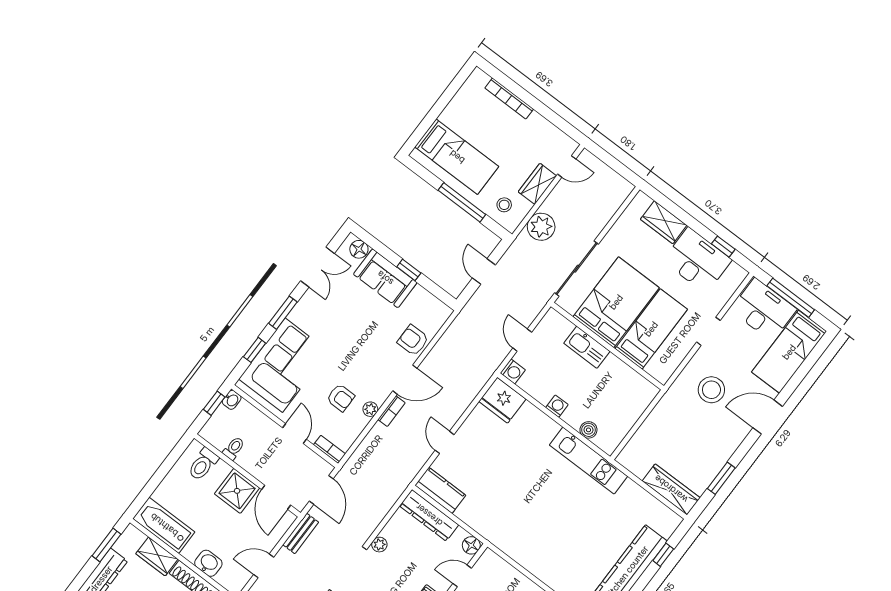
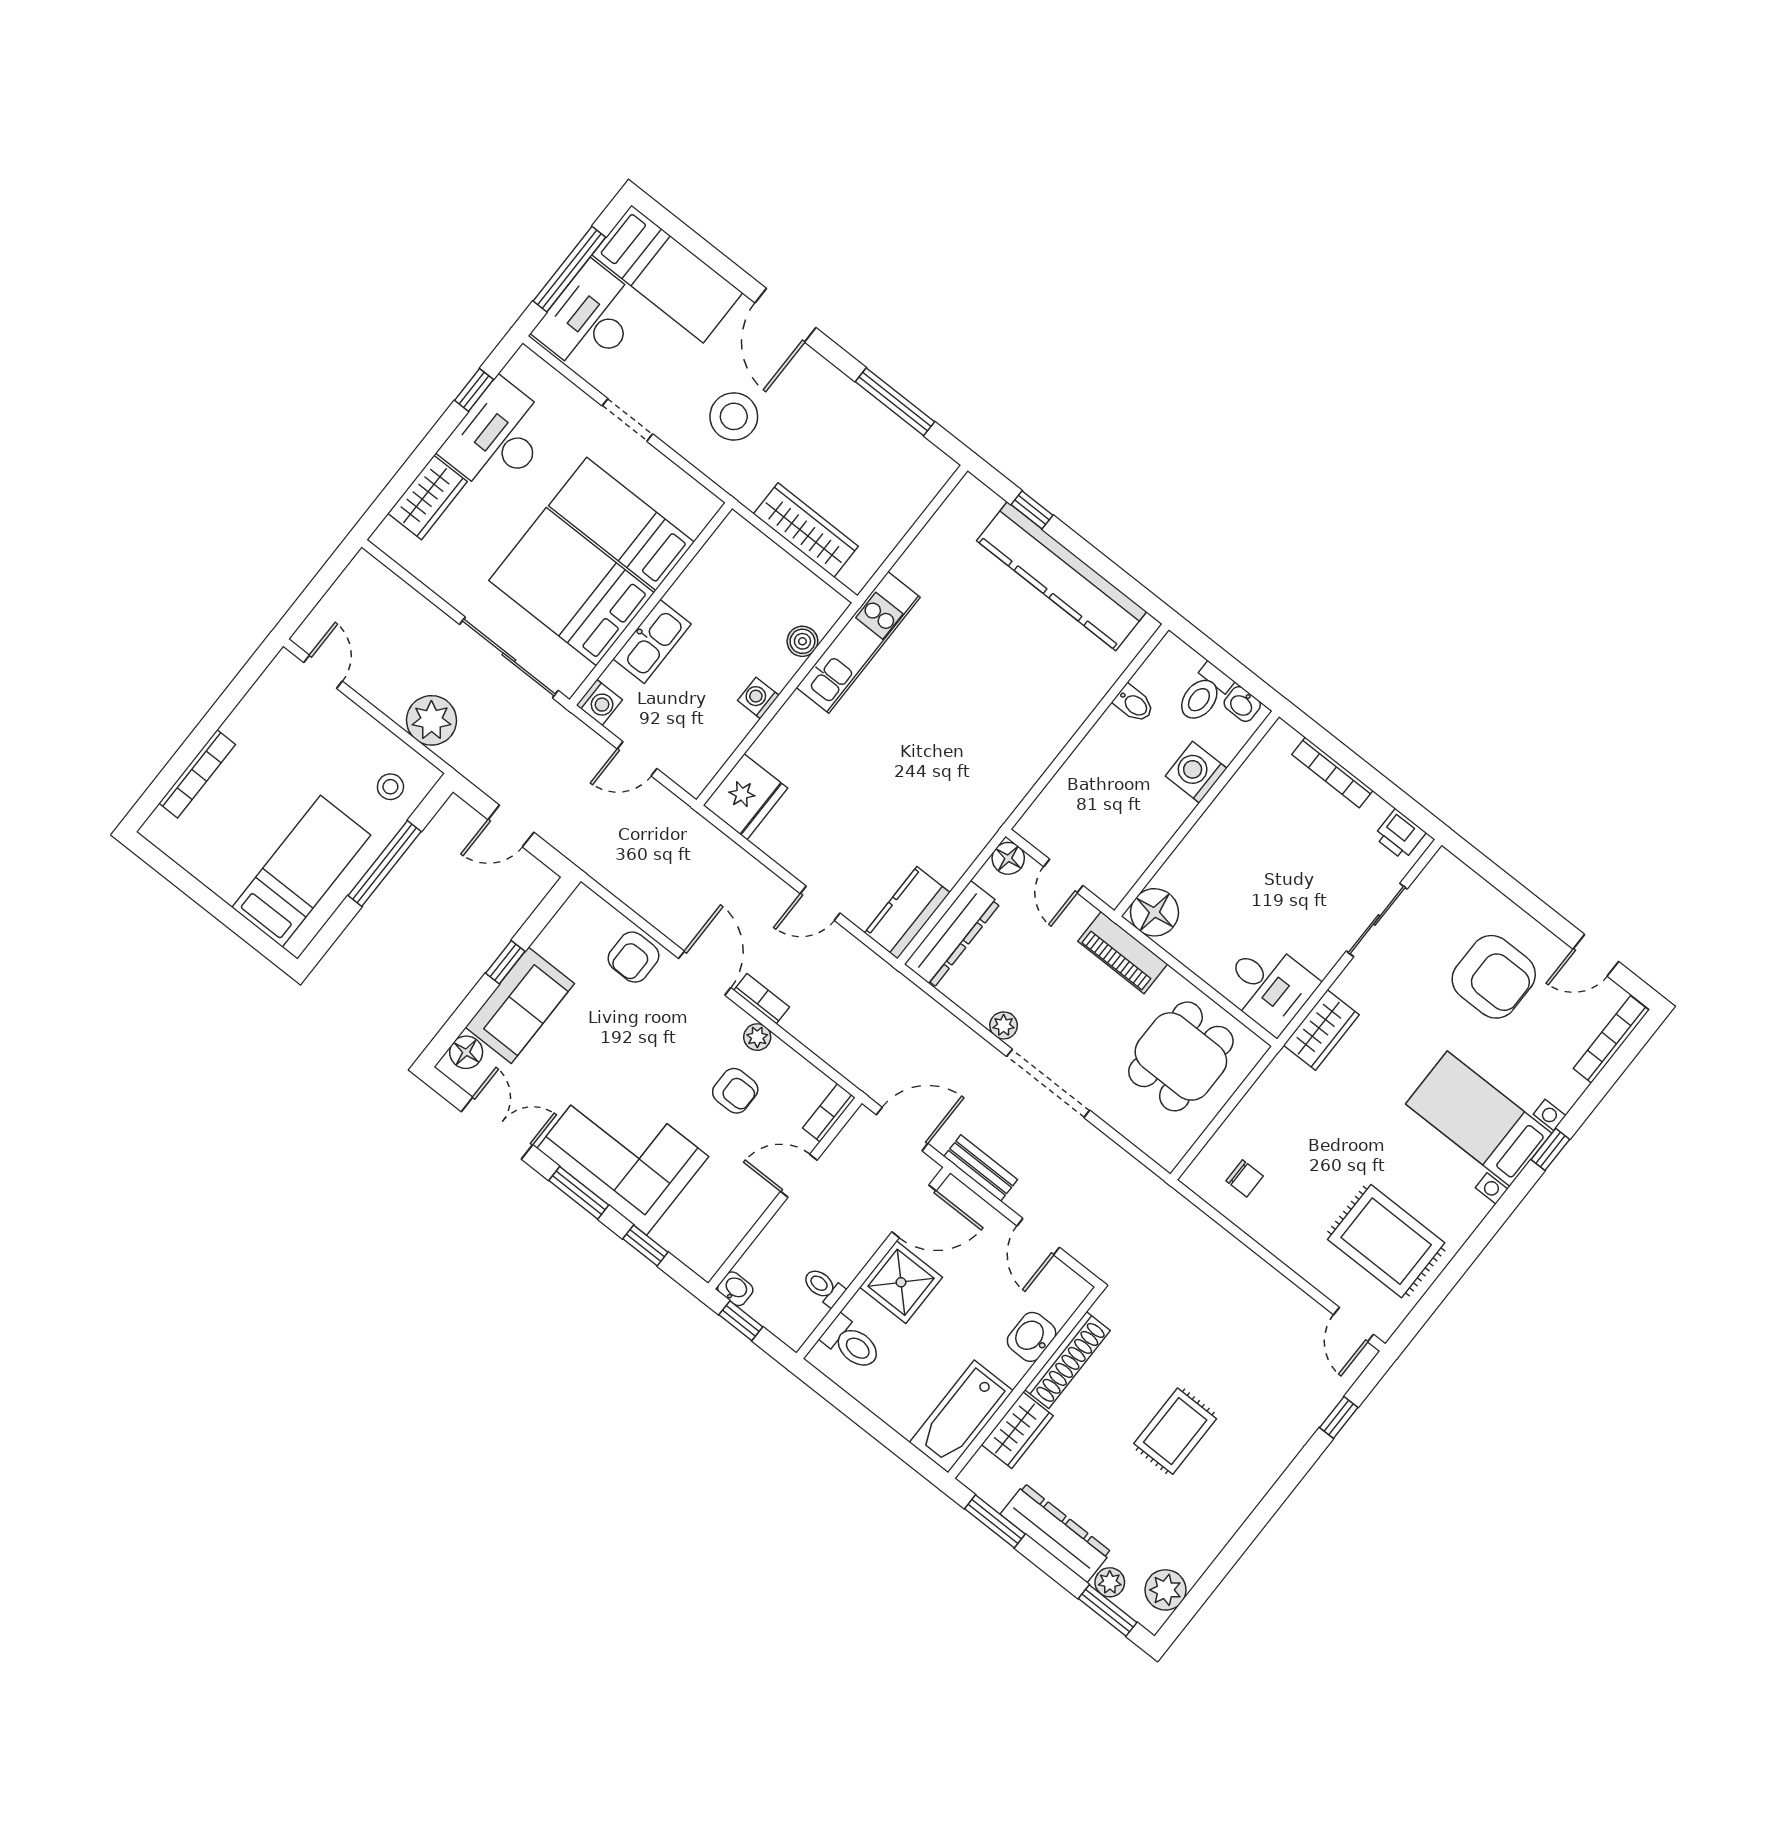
wardrobe: (537, 184) -> (354, 726), removed
corner sofa: (284, 365) -> (623, 1152), moved
washing machine: (513, 371) -> (599, 703), moved, turned 90
armchair: (341, 398) -> (735, 1091), turned 90
window: (721, 478) -> (895, 402), width x1.44
wardrobe: (671, 489) -> (806, 530), moved, turned 90

